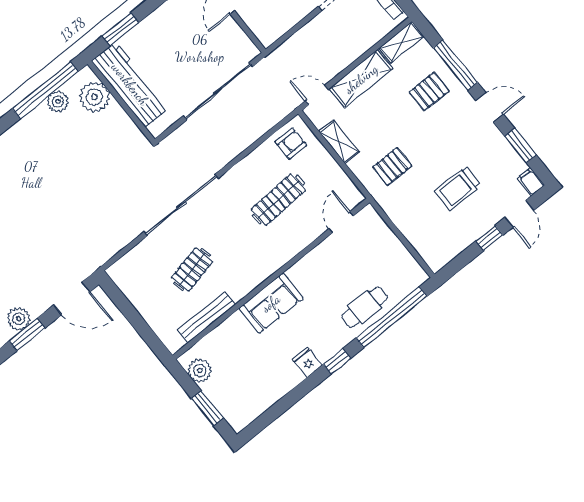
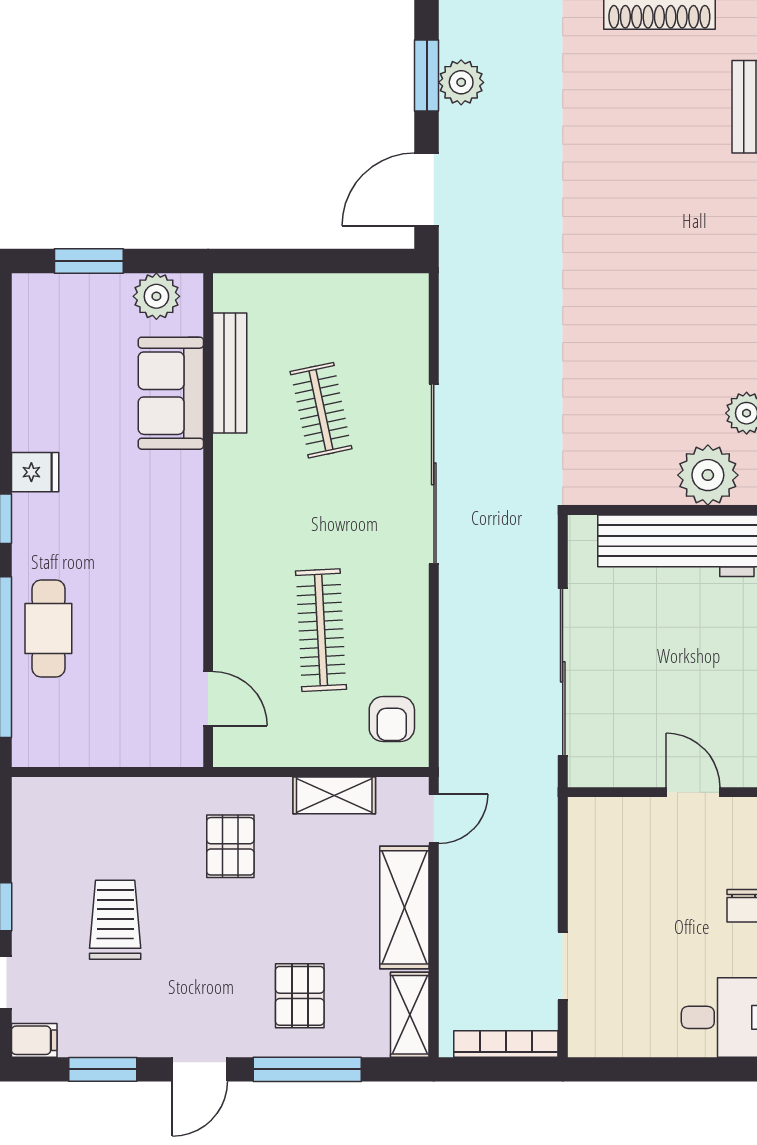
sofa: (271, 303) -> (171, 393), moved

